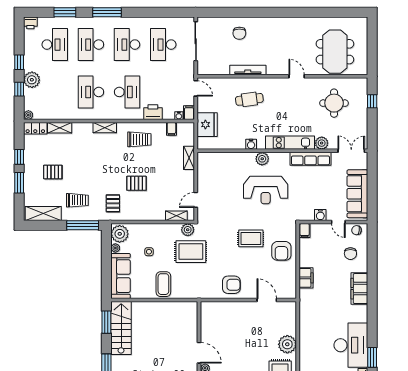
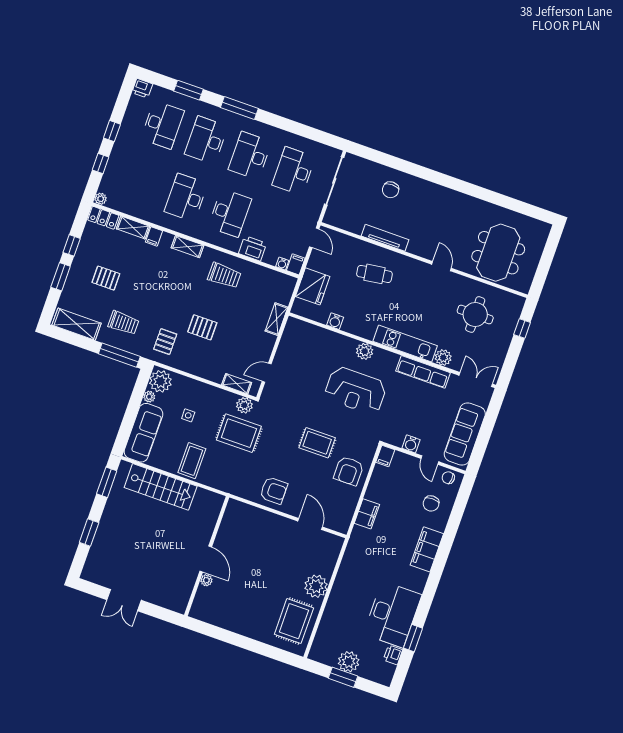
plant: (32, 80) -> (120, 158), removed
filing cabinet: (171, 129) -> (154, 236), moved
water cooler: (251, 144) -> (335, 321), moved
stairs: (121, 328) -> (161, 487), moved, turned 90

